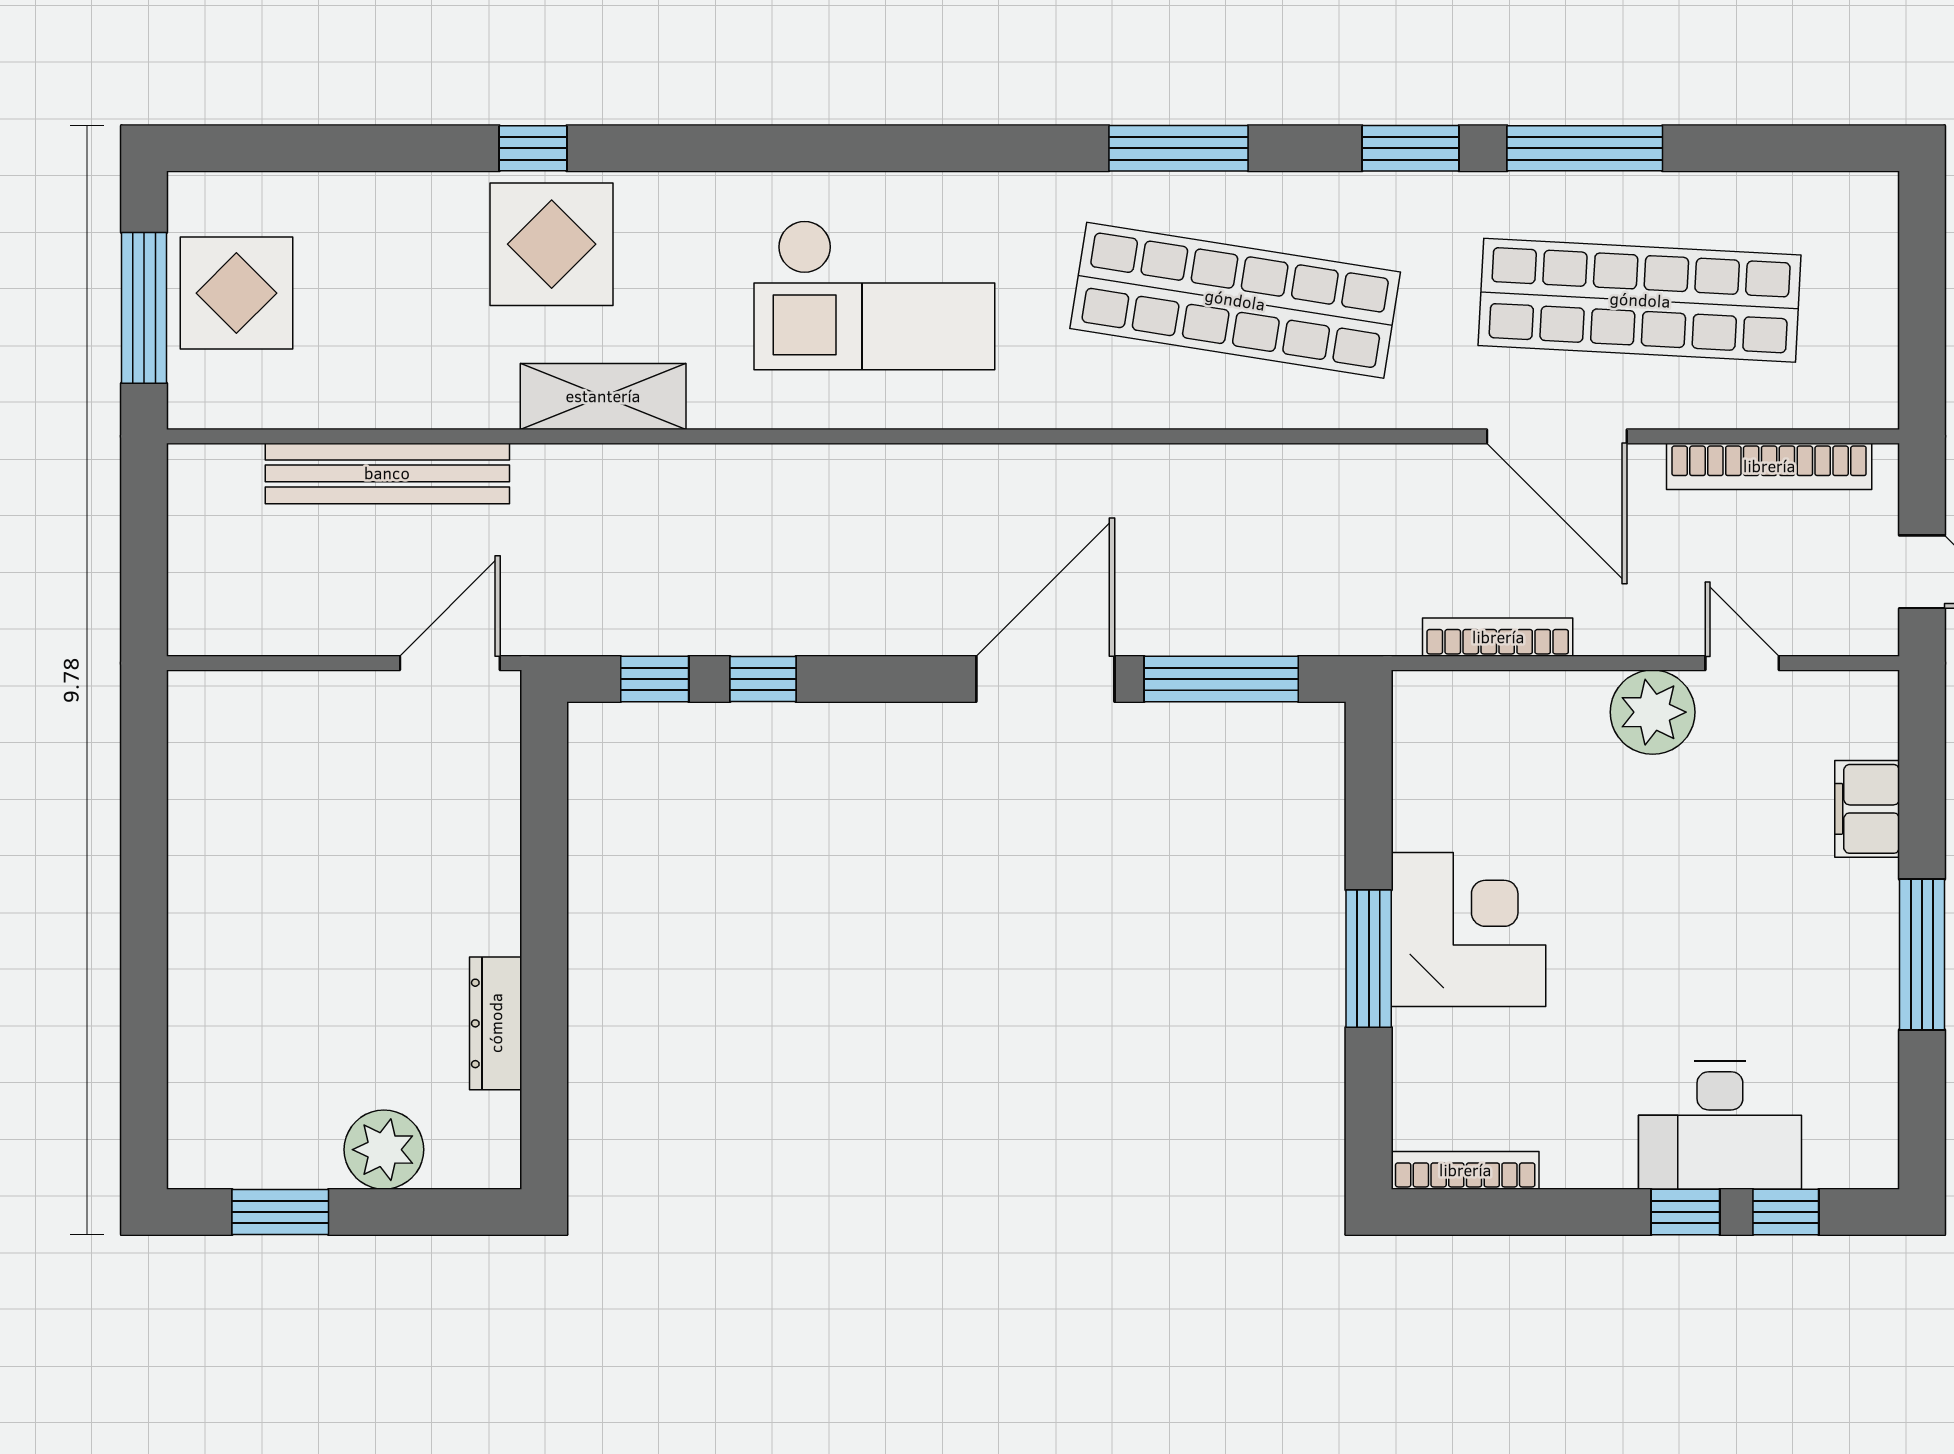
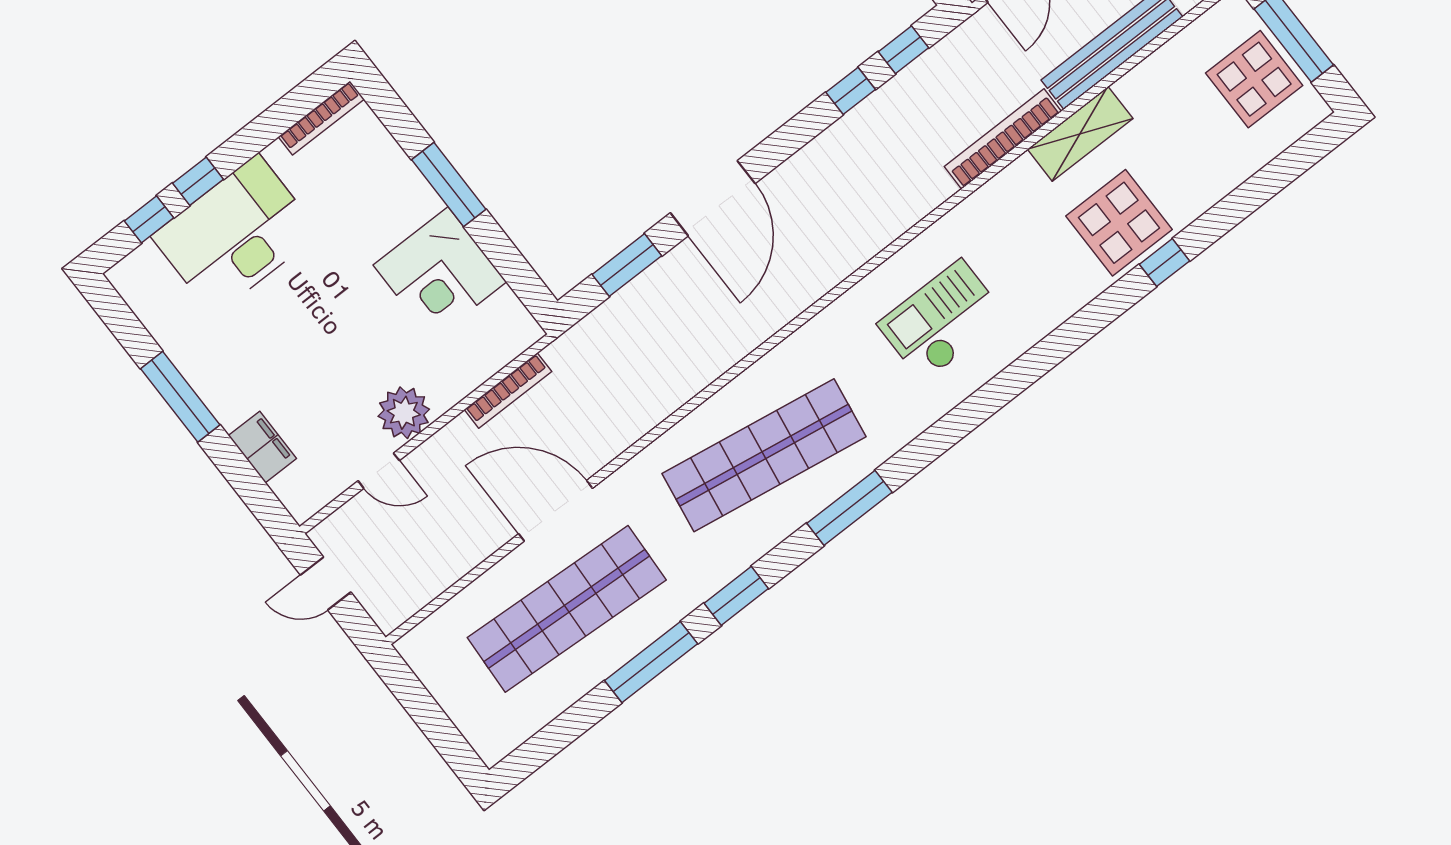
checkout: (874, 295) -> (942, 321), width x0.73, depth x0.83
shelving: (603, 396) -> (1080, 134), moved
bookcase: (1769, 466) -> (1003, 139), moved
window: (1221, 679) -> (627, 265), width x0.69
corner desk: (1468, 930) -> (440, 274), moved
desk: (1720, 1125) -> (236, 235), width x1.36, depth x1.30

